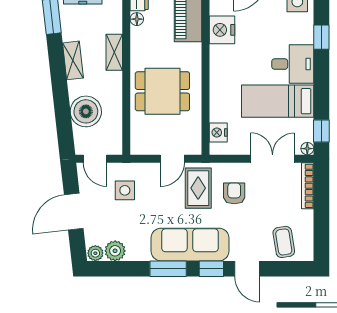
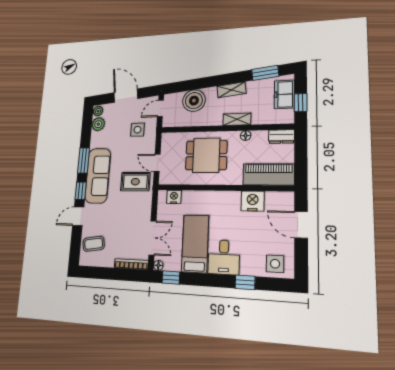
floor lamp: (137, 19) -> (246, 136), moved
dining table: (162, 91) -> (206, 155), turned 90
armchair: (234, 193) -> (130, 208), removed

